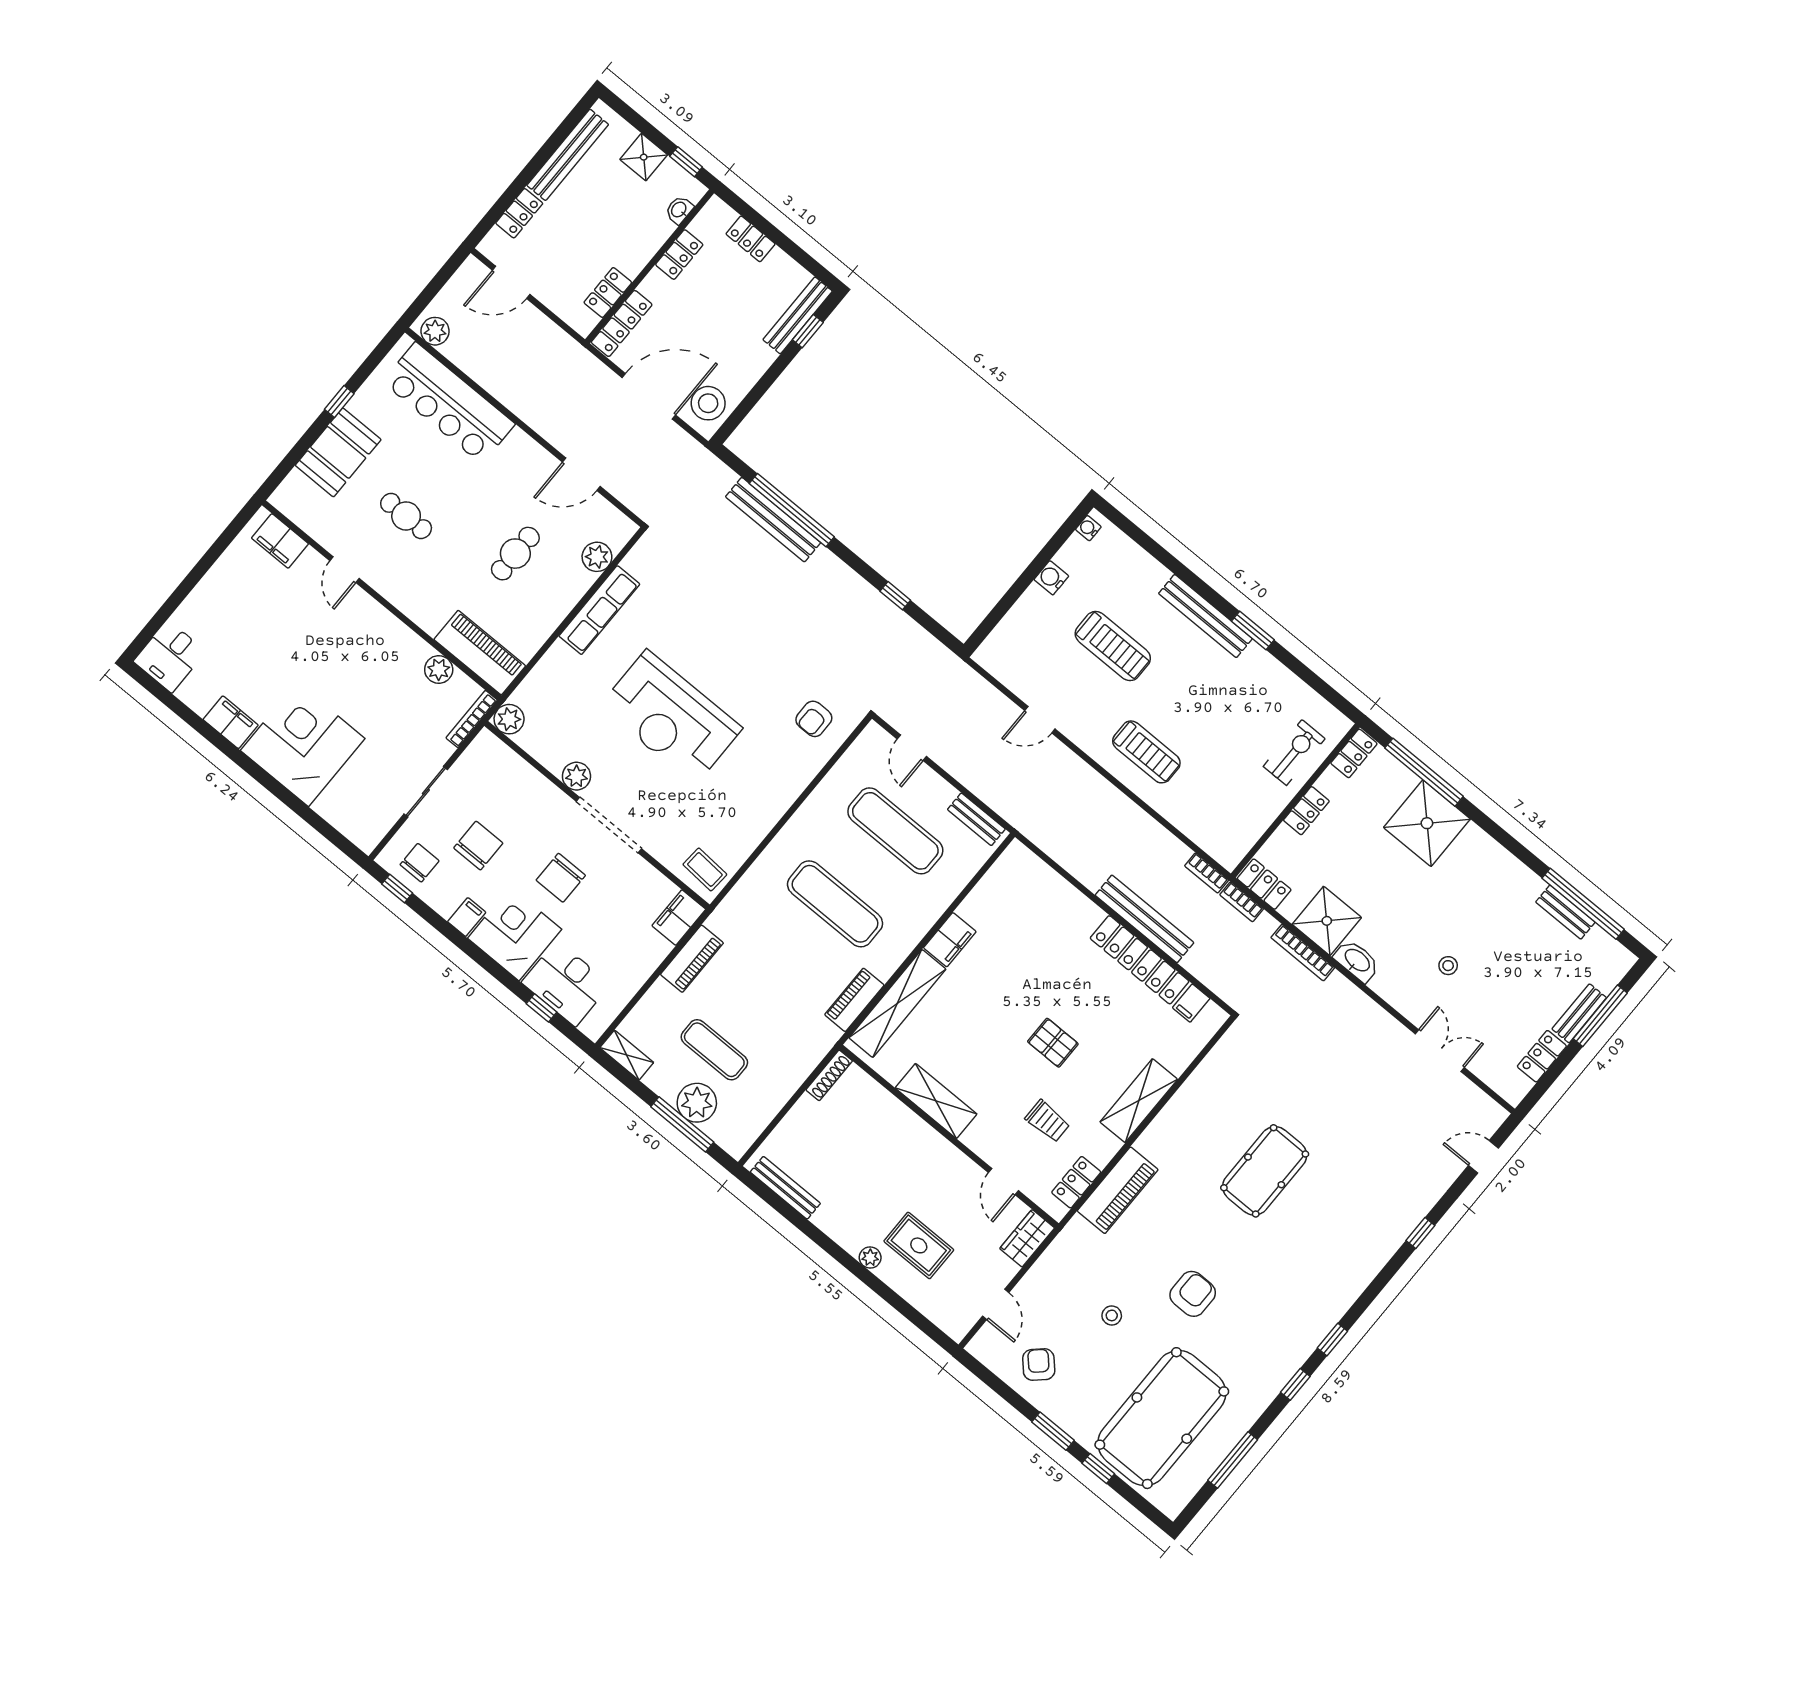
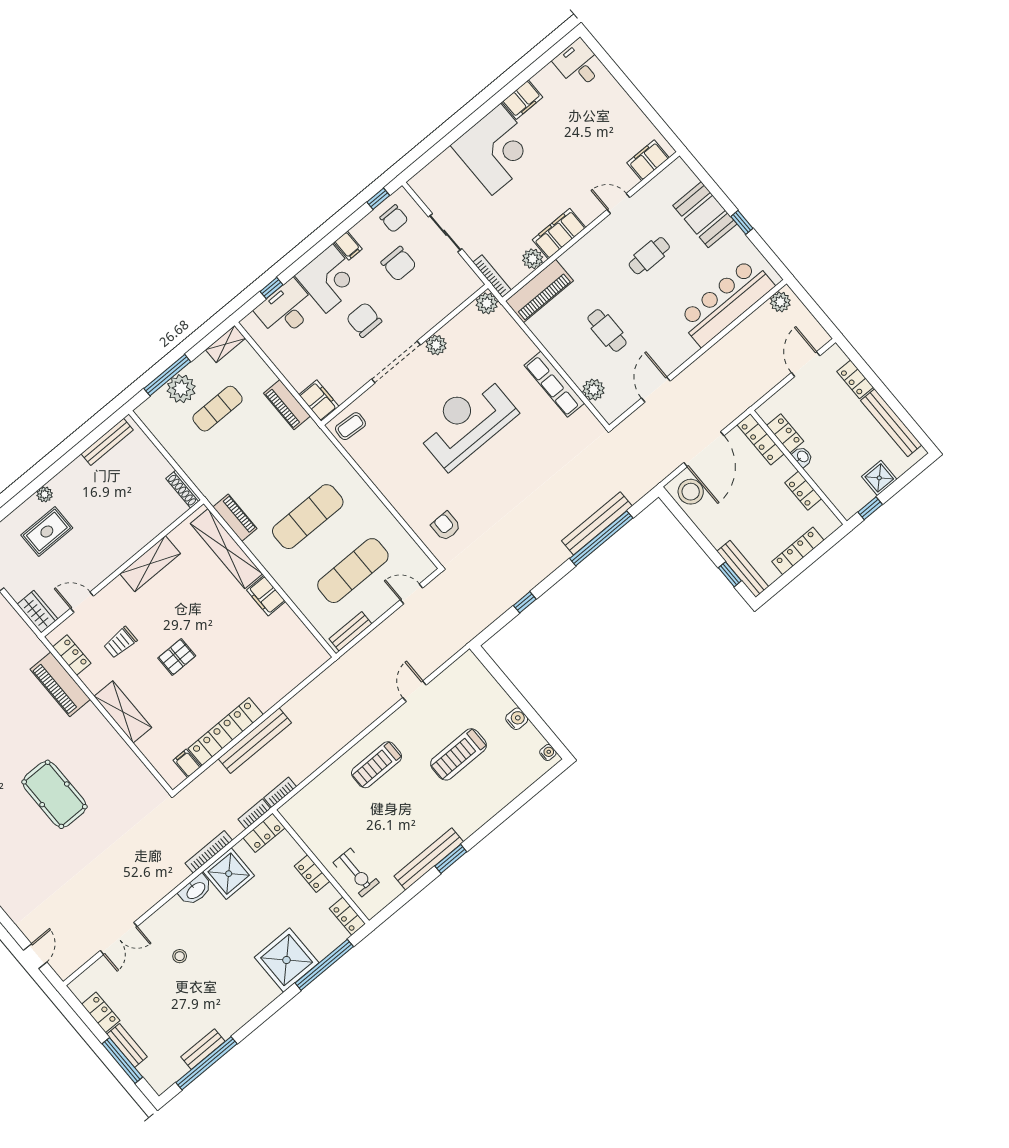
washbasin: (679, 210) -> (802, 457), moved
locker: (751, 239) -> (798, 551), width x1.53
bench: (1205, 616) -> (429, 859), moved
filing cabinet: (399, 641) -> (559, 234), added

